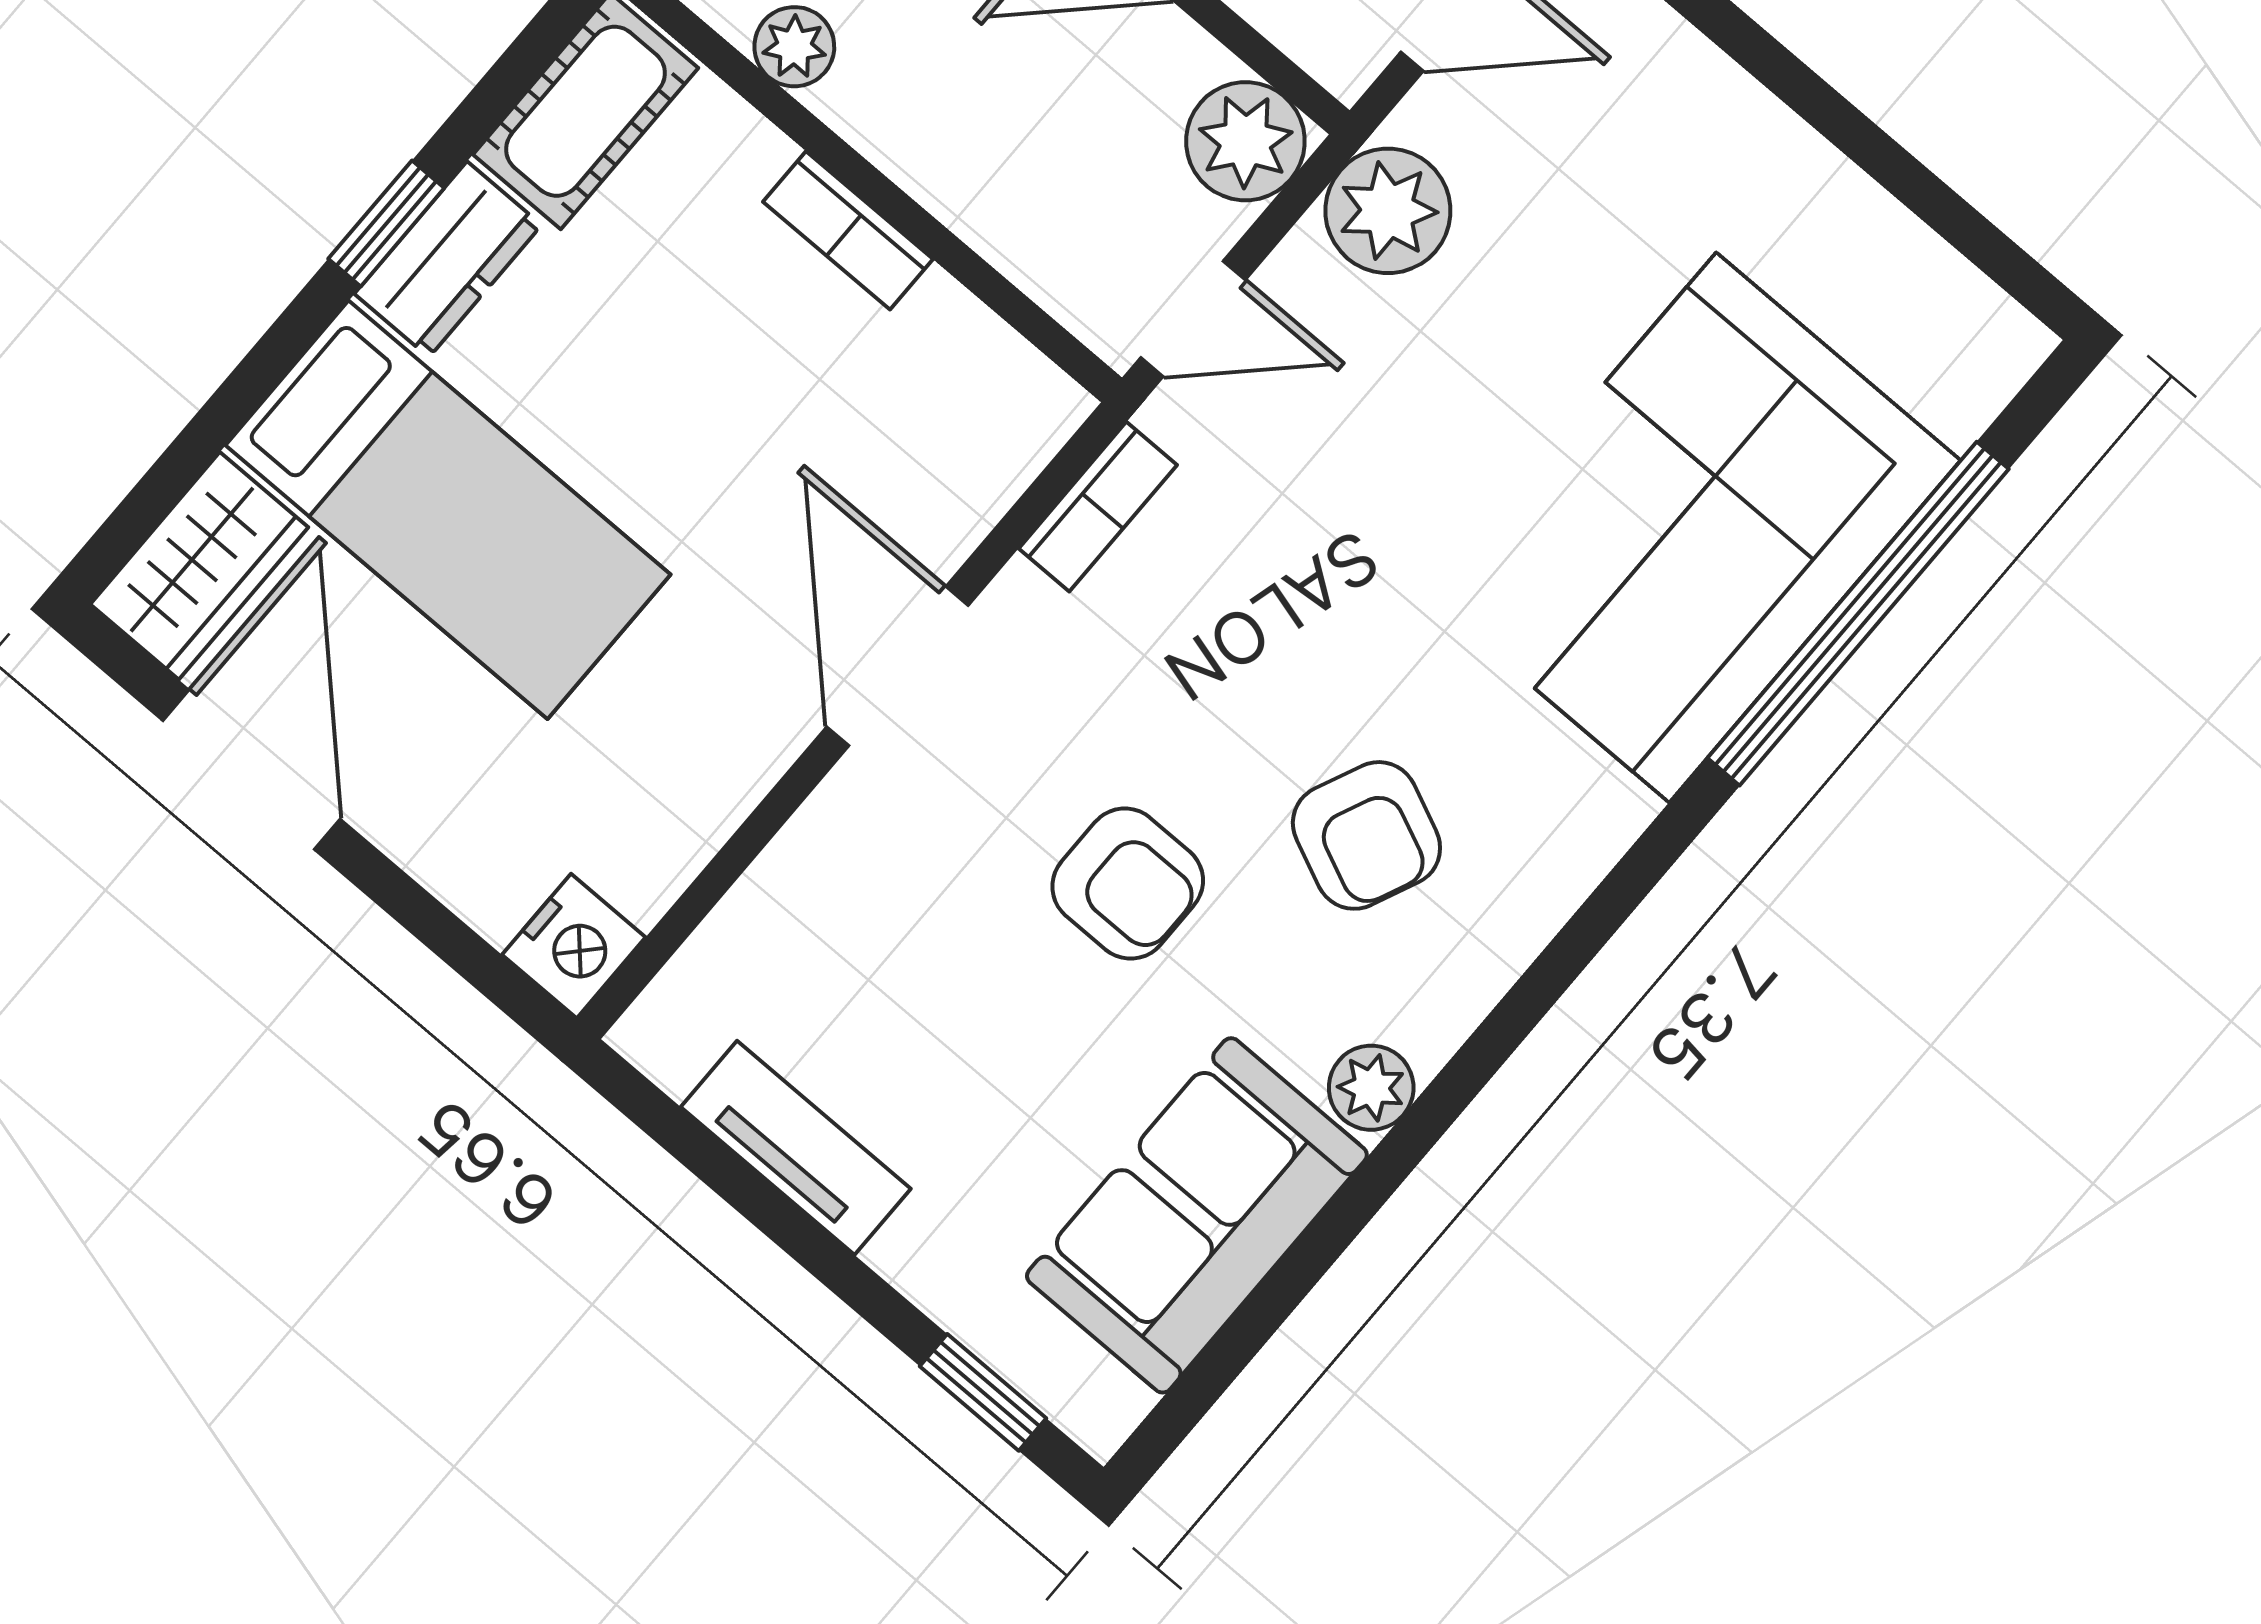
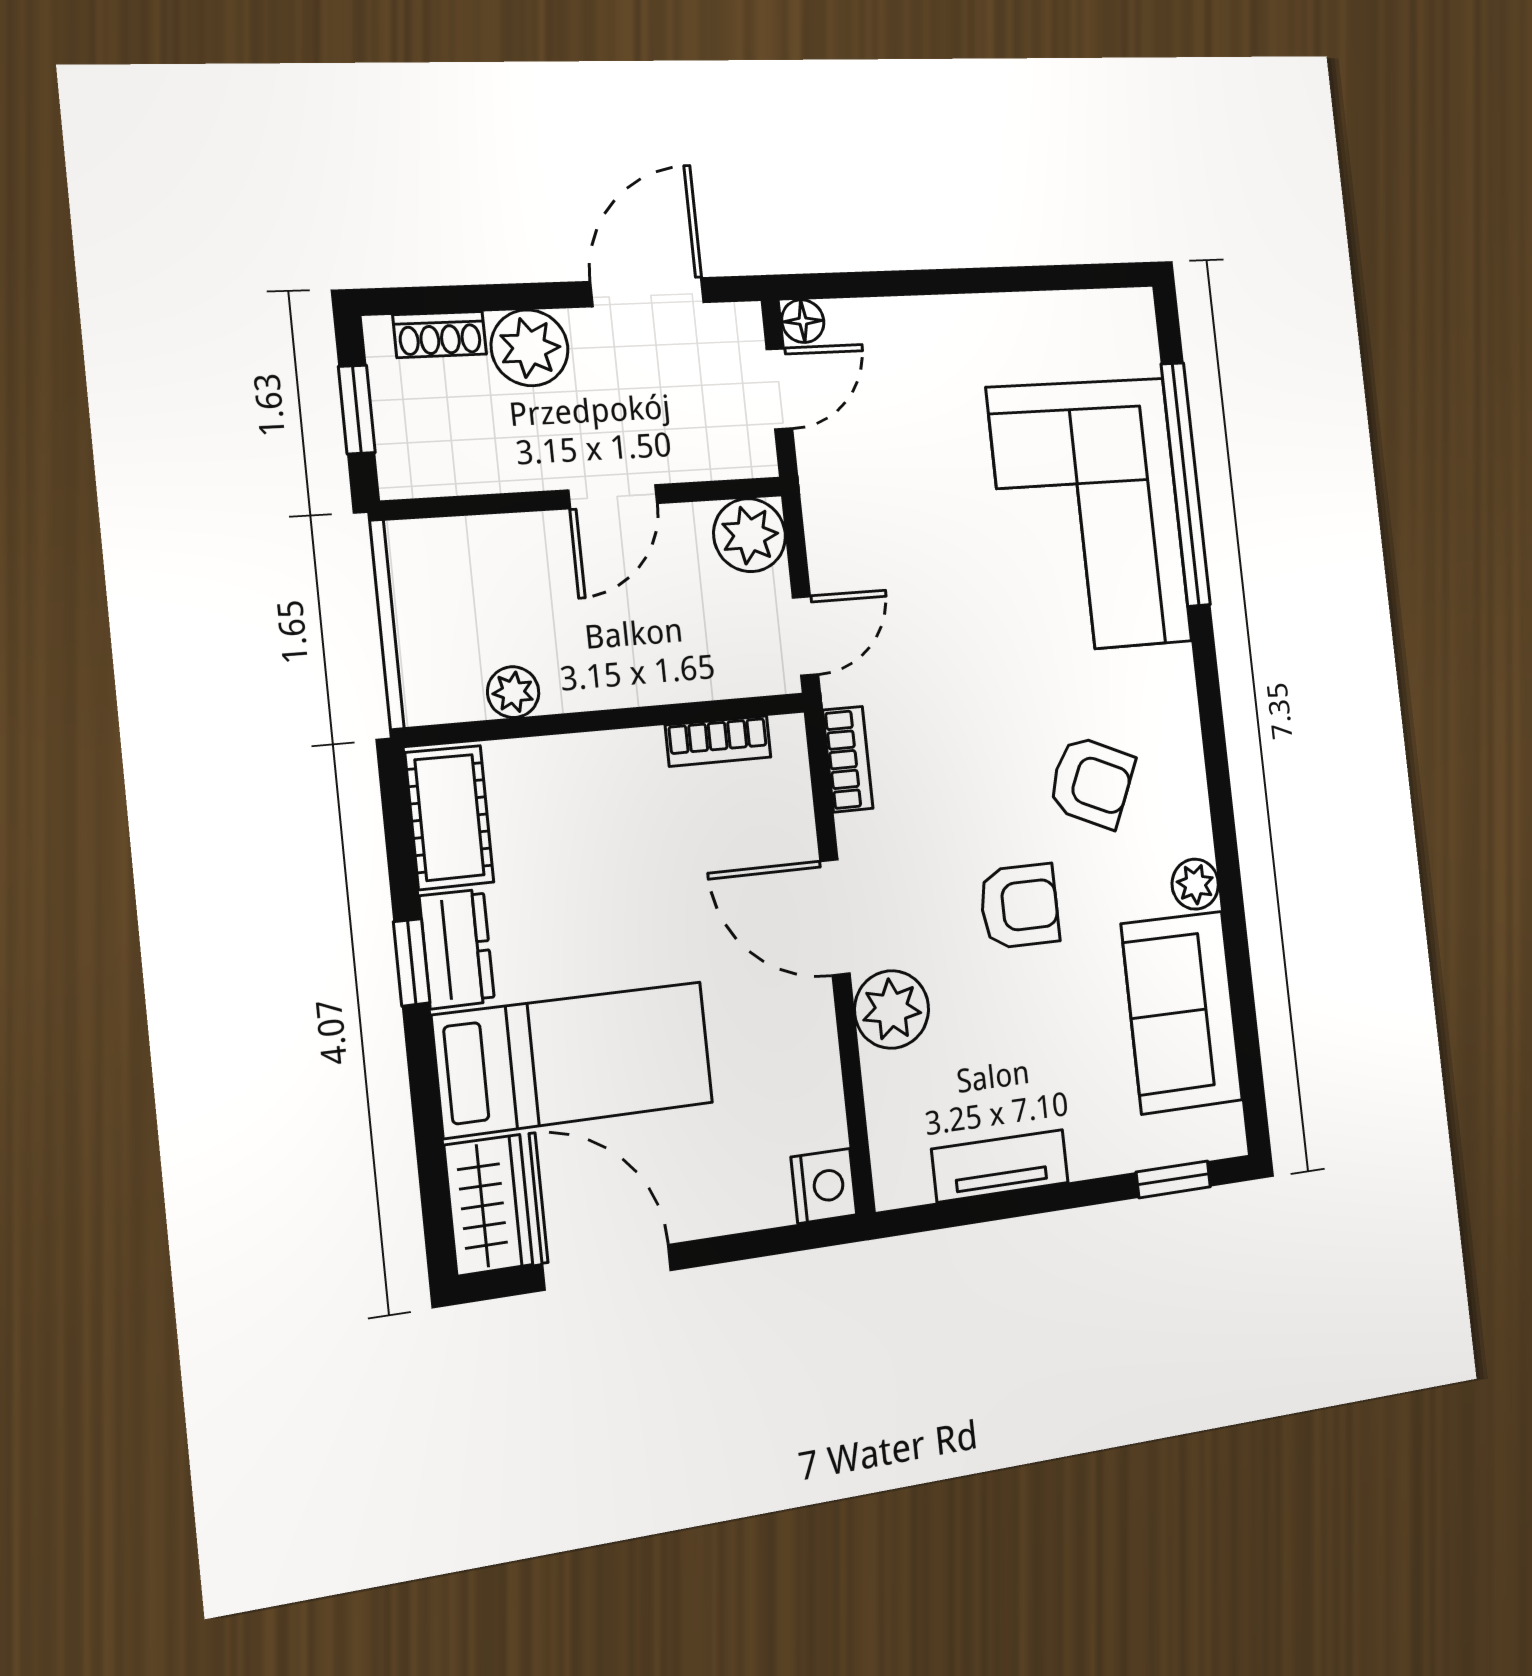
plant: (1388, 211) -> (892, 1009), moved
bookcase: (848, 230) -> (718, 741), moved

